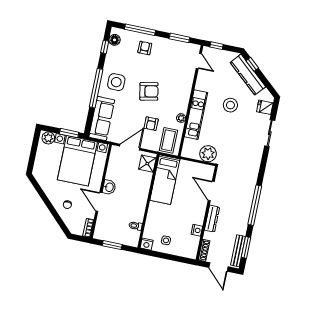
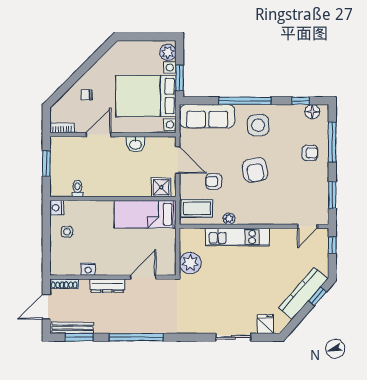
stool: (230, 105) -> (259, 279), removed
washbasin: (109, 187) -> (136, 144), moved

